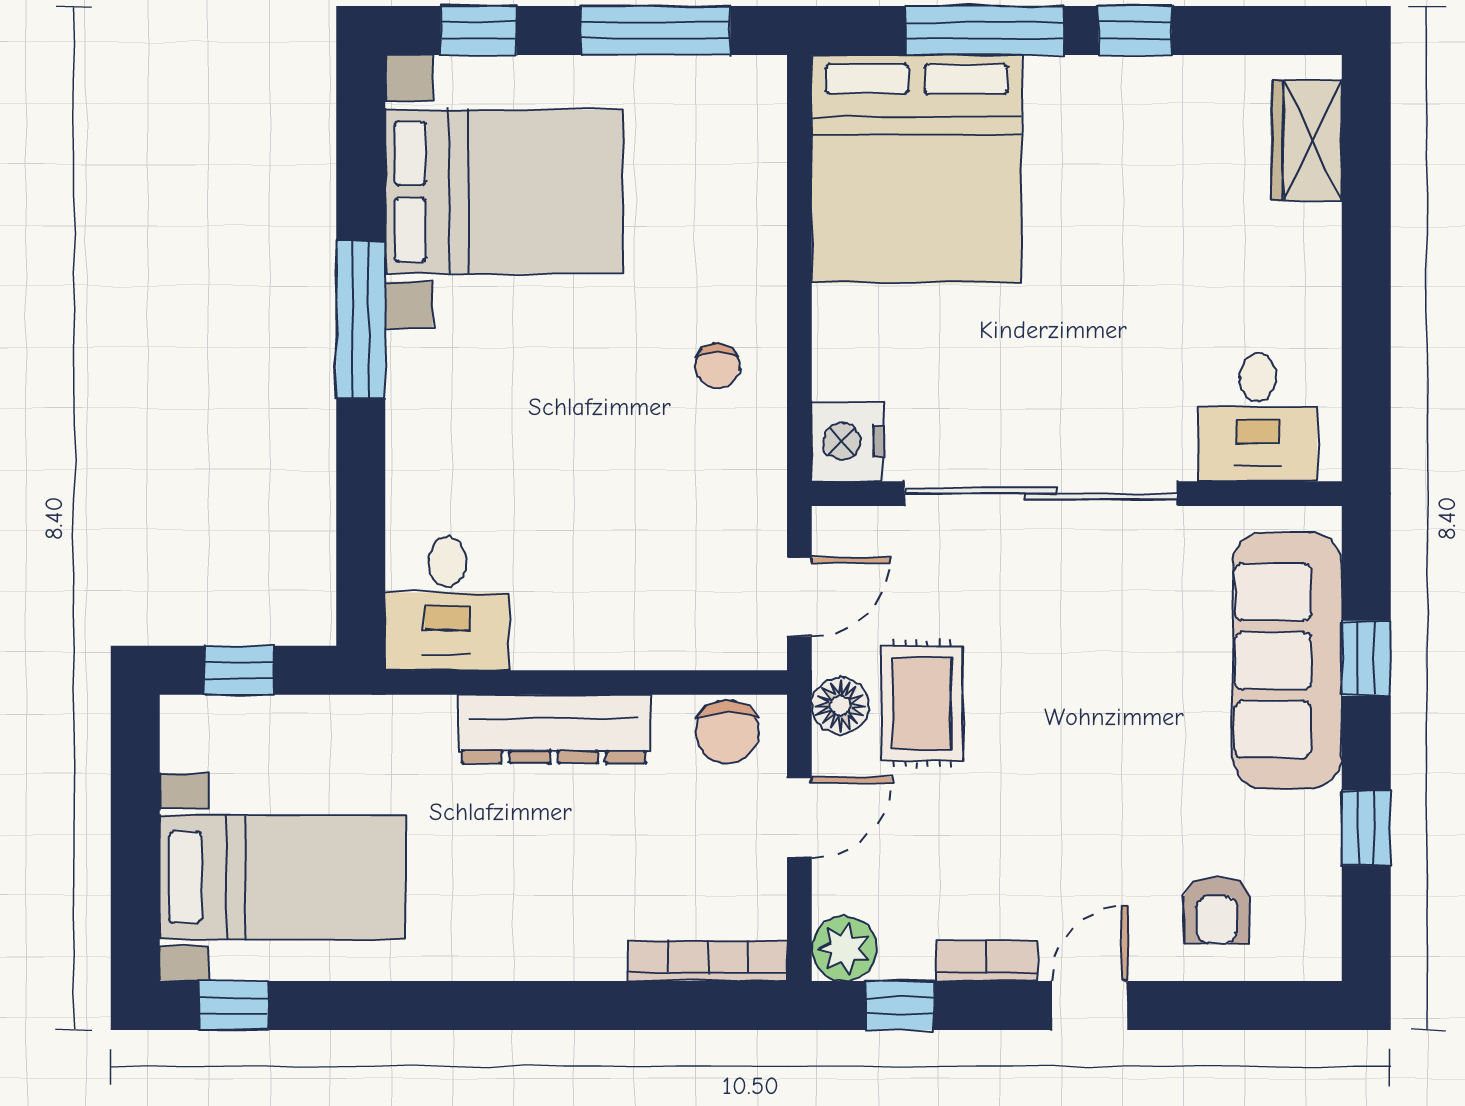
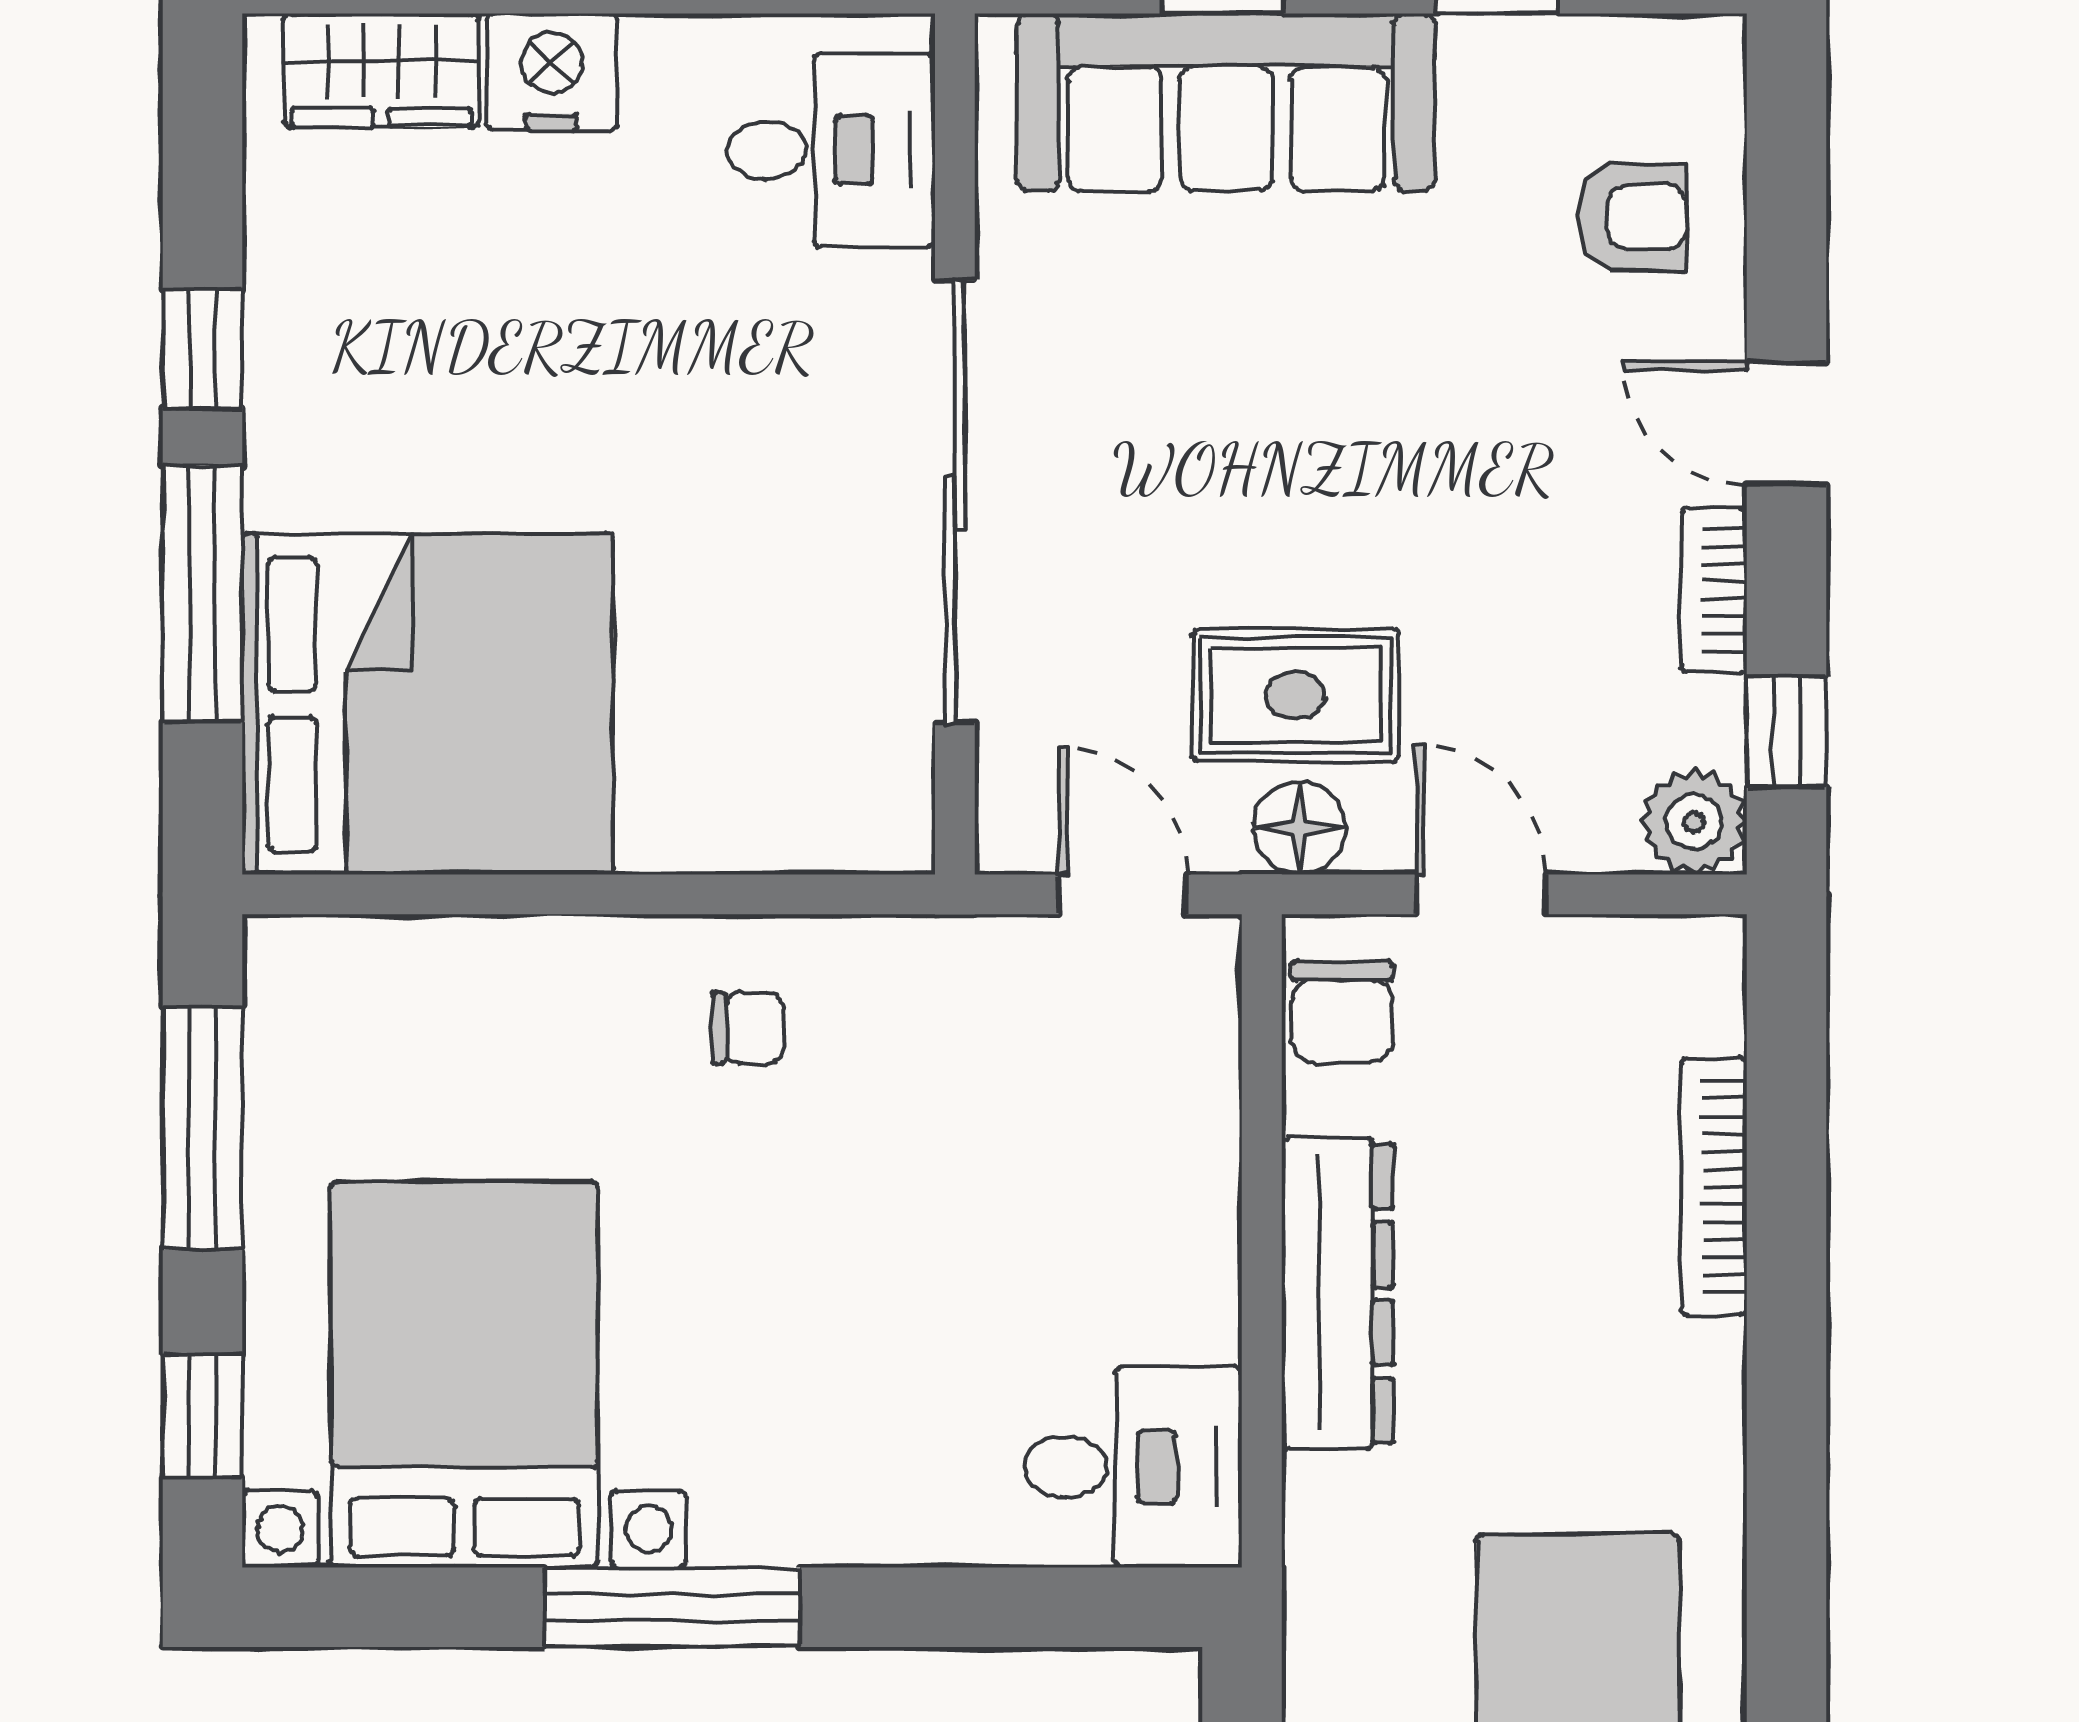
nightstand: (848, 441) -> (552, 72), moved, turned 180
chair: (727, 732) -> (1342, 1012), turned 90
bookcase: (708, 961) -> (1714, 1187), moved

